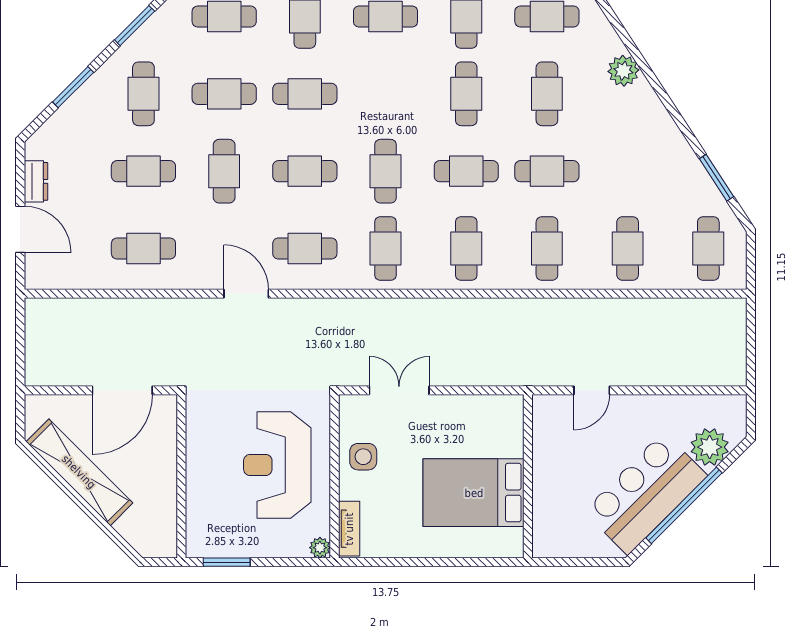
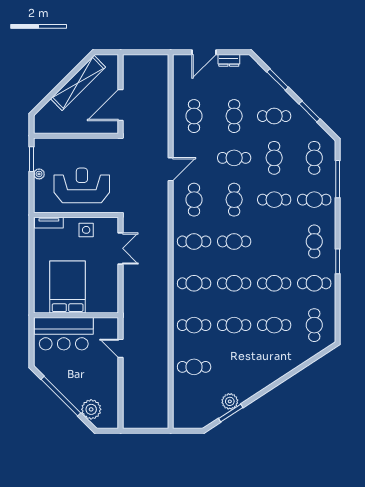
plant: (623, 71) -> (230, 401), moved
cafe table: (305, 94) -> (274, 200), turned 90
cafe table: (466, 171) -> (234, 283), turned 90
cafe table: (547, 171) -> (234, 325), turned 90
cafe table: (708, 249) -> (194, 409), removed
door: (122, 390) -> (121, 105), hinge flipped
bar counter: (646, 493) -> (64, 334), moved, turned 135
plant: (320, 548) -> (39, 174), moved

